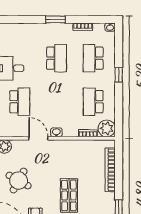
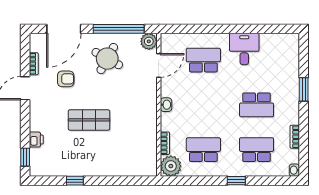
window: (55, 19) -> (304, 89), moved
school desk: (20, 102) -> (203, 60), turned 180
door: (38, 138) -> (159, 65), moved
bookcase: (110, 170) -> (120, 170), removed

